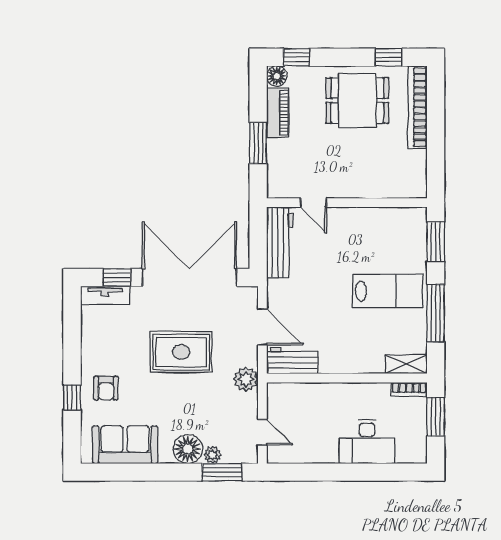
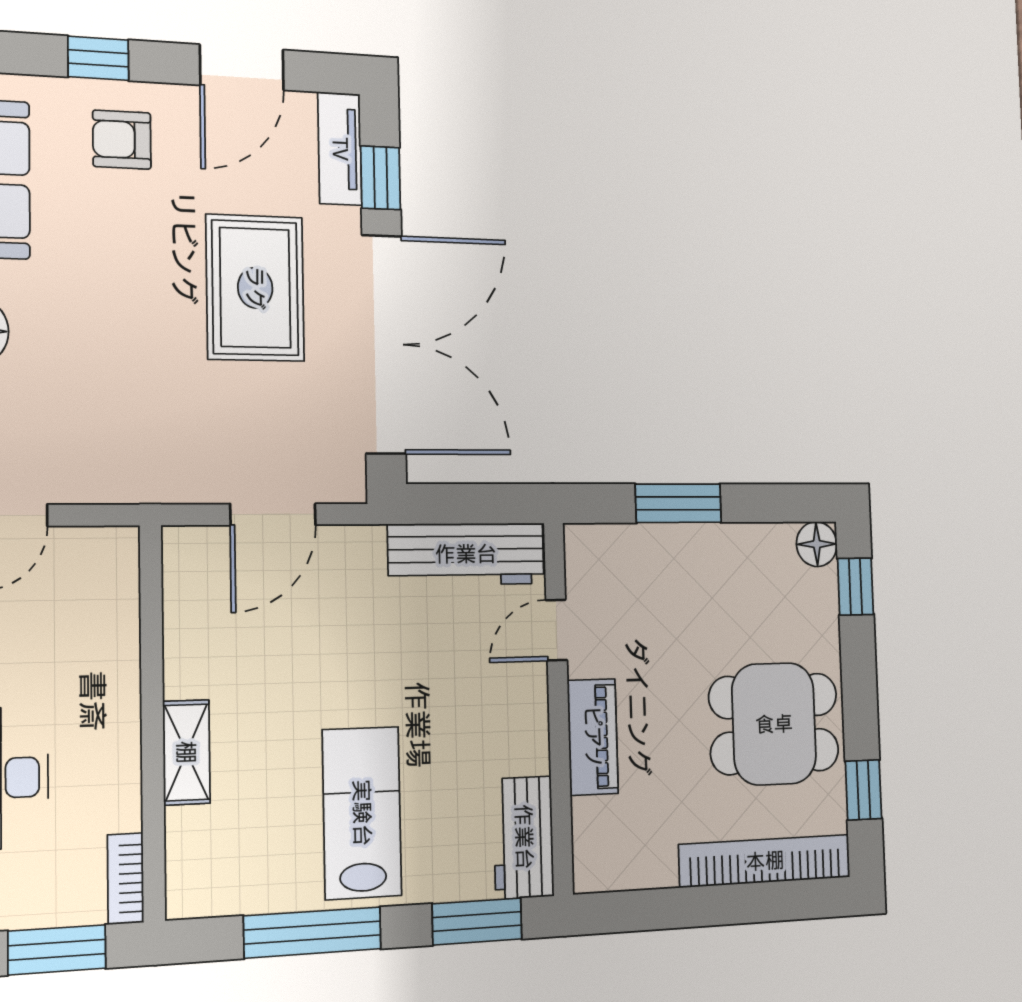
dining table: (357, 101) -> (774, 724), turned 90
piano: (278, 113) -> (593, 737), moved, turned -90
lab bench: (388, 291) -> (362, 813), turned 180
door: (72, 337) -> (242, 67), added
rug: (181, 352) -> (255, 288), moved
workbench: (292, 361) -> (524, 837), moved, turned 180
shelving: (406, 364) -> (186, 752), moved
plant: (246, 379) -> (147, 474), removed

